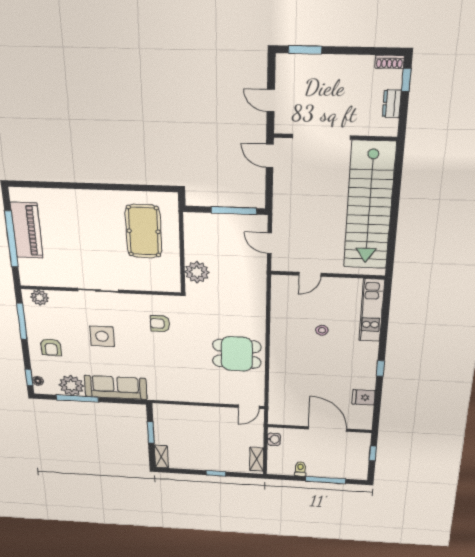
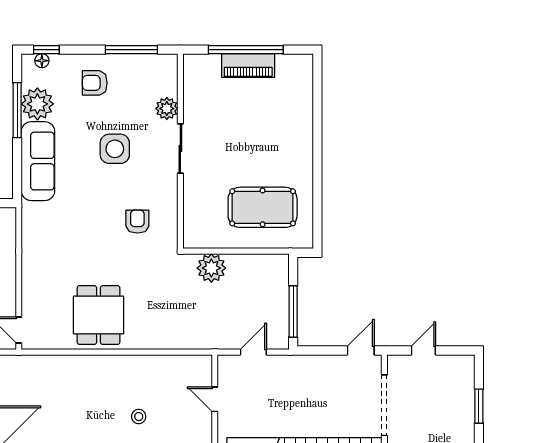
window: (305, 50) -> (479, 406), moved
piano: (27, 230) -> (248, 66), width x0.73, depth x0.75
plant: (40, 298) -> (167, 109), moved

